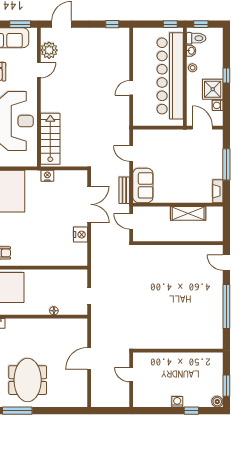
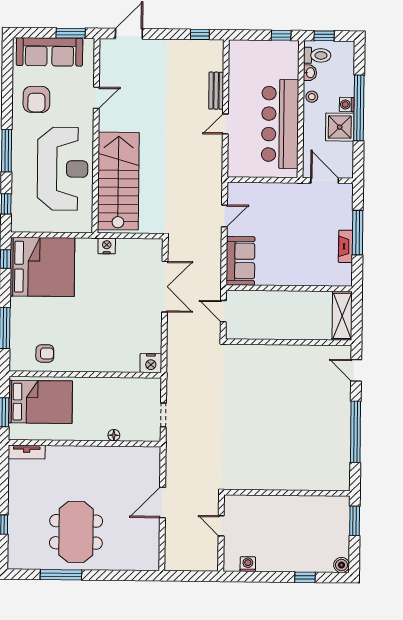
plant: (49, 50) -> (111, 70), removed
window: (226, 75) -> (359, 108), width x3.17
bar counter: (170, 76) -> (280, 124), width x0.73
washing machine: (218, 105) -> (347, 104), moved
stairs: (50, 139) -> (118, 181), width x1.36, depth x1.51
door: (131, 154) -> (224, 216), swing flipped
bench: (124, 190) -> (216, 91), moved
fireplace: (218, 191) -> (346, 246), moved
shelving: (188, 213) -> (342, 316), moved, turned 90
nightstand: (81, 235) -> (151, 363), moved, turned 90
window: (226, 386) -> (355, 521), moved
washing machine: (177, 402) -> (248, 564), moved

